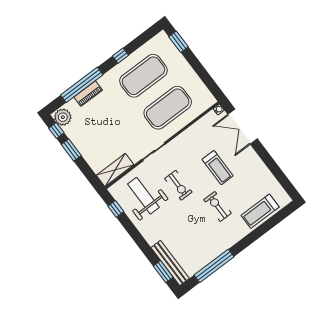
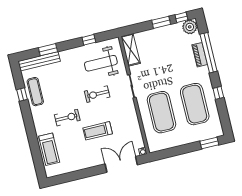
weight bench: (143, 196) -> (101, 63), turned 180
window: (116, 209) -> (89, 40), moved
treadmill: (260, 211) -> (49, 149), turned 180
exercise mat: (205, 253) -> (35, 92), added
window: (214, 266) -> (22, 95), width x0.32
window: (163, 272) -> (48, 50), moved

